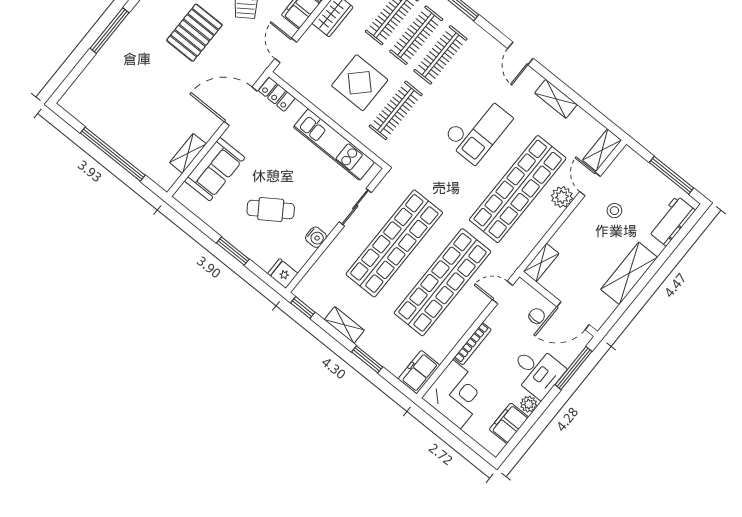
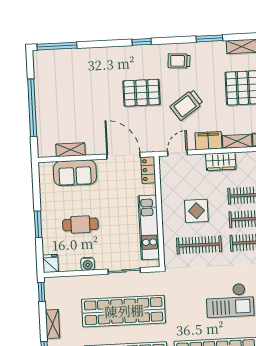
window: (110, 31) -> (57, 46), moved
display table: (360, 83) -> (196, 211), width x0.73, depth x0.73
cafe table: (271, 209) -> (80, 225), turned -56

